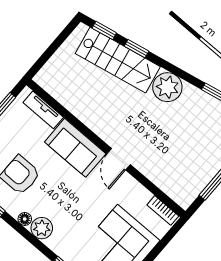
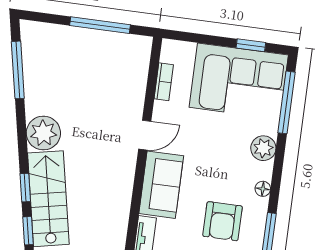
bookcase: (163, 210) -> (164, 82), moved
plant: (42, 228) -> (263, 148), moved

